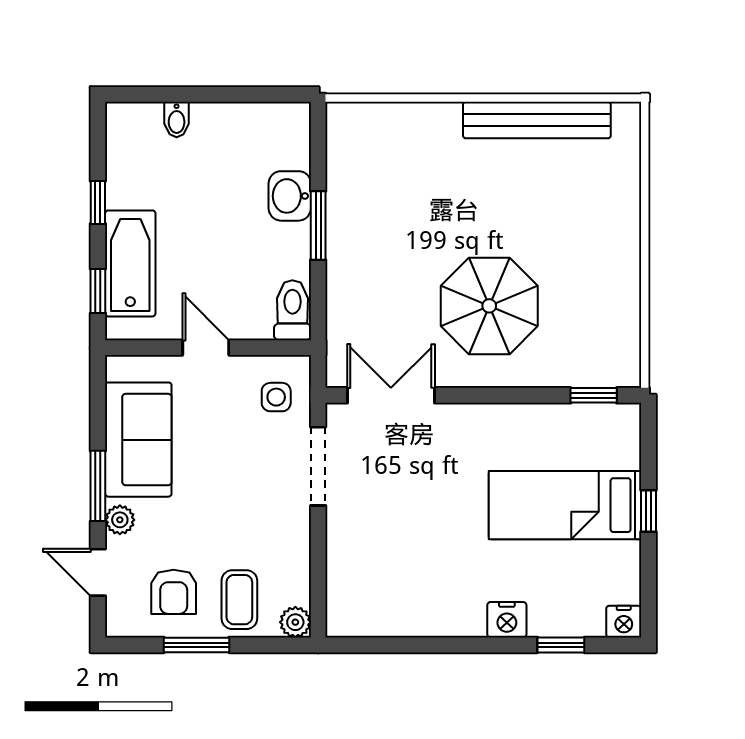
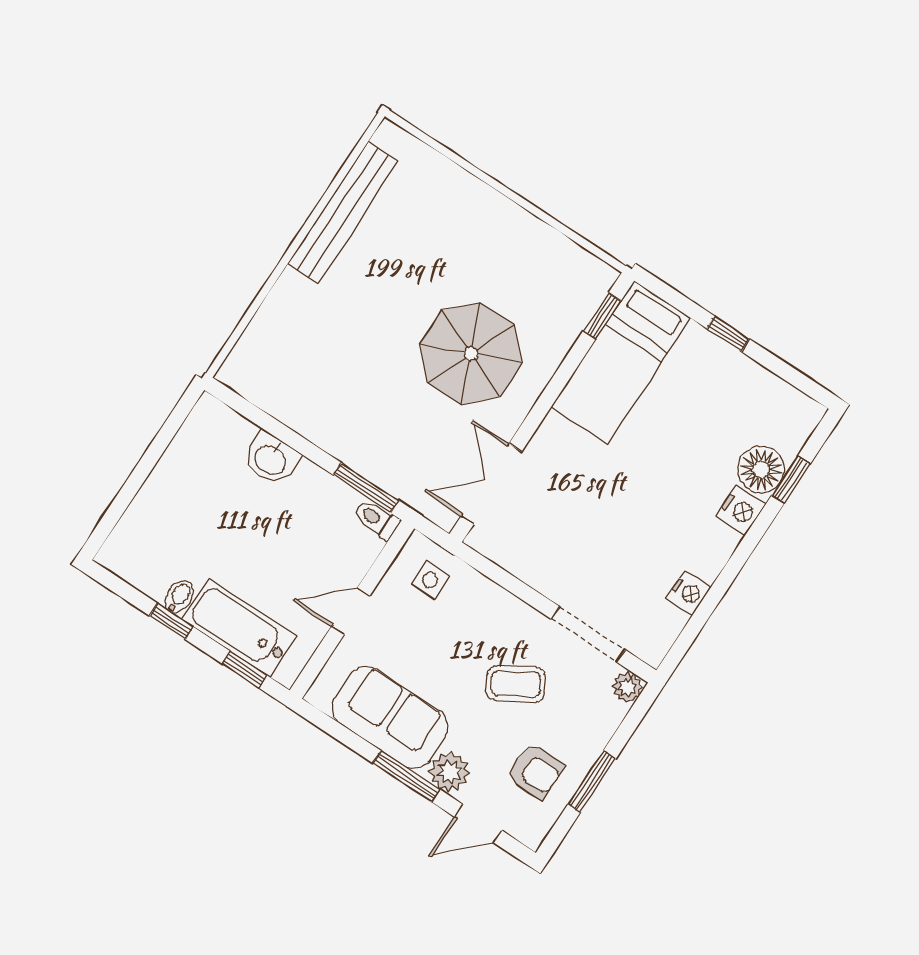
bidet: (177, 119) -> (179, 597), moved, turned -90
window: (318, 226) -> (366, 488), moved
toilet: (292, 310) -> (377, 519), width x0.73, depth x0.72
doorway: (318, 466) -> (588, 634), moved
bed: (565, 505) -> (621, 362), moved
plant: (120, 520) -> (449, 772), width x1.38, depth x1.38
coffee table: (239, 600) -> (516, 684), moved, turned -31
floor lamp: (553, 614) -> (761, 470), added
nightstand: (624, 622) -> (689, 593), moved

